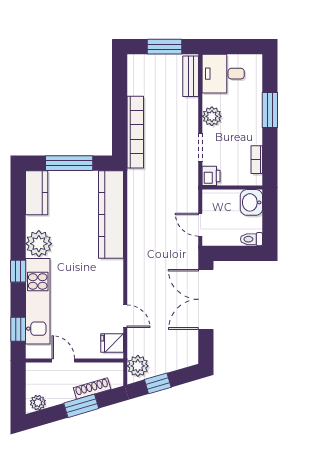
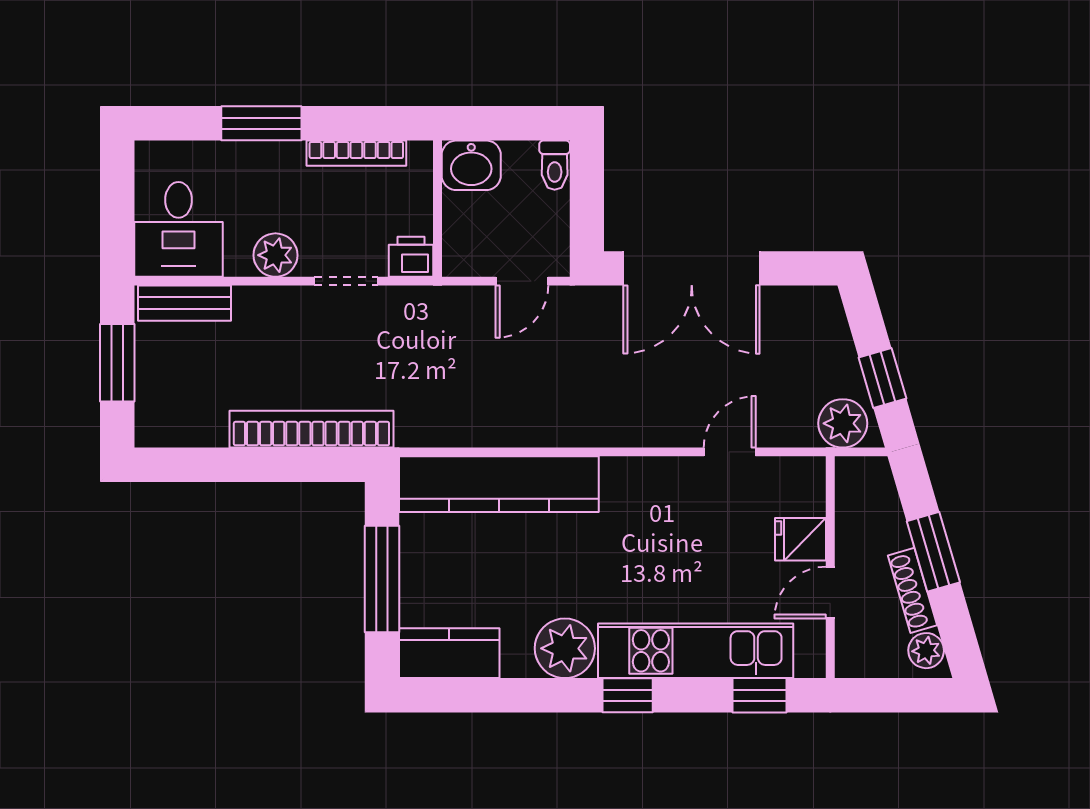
bookcase: (257, 160) -> (356, 153), width x1.56
fridge: (112, 343) -> (800, 539), moved, turned 90
shoe rack: (92, 388) -> (913, 590), moved

